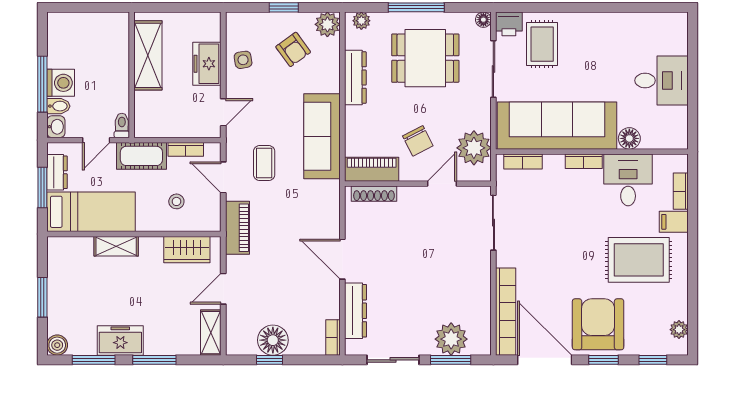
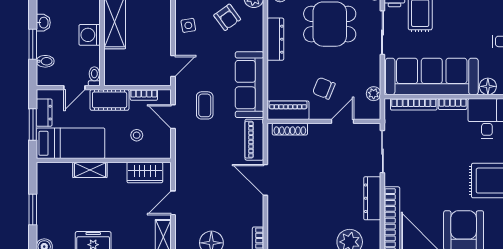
freezer: (207, 64) -> (160, 28), removed
washing machine: (61, 83) -> (90, 35), moved, turned 180
window: (42, 84) -> (33, 44), width x0.69
washbasin: (56, 127) -> (43, 23), moved
chair: (418, 141) -> (324, 88), turned 139
plant: (474, 148) -> (374, 94), width x0.53, depth x0.53
bookcase: (523, 162) -> (414, 104), width x1.56
piano: (237, 228) -> (254, 140), moved, turned 180
dresser: (356, 311) -> (372, 198), moved, turned 180

